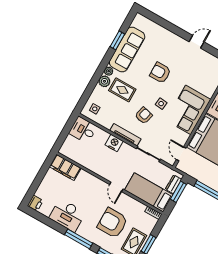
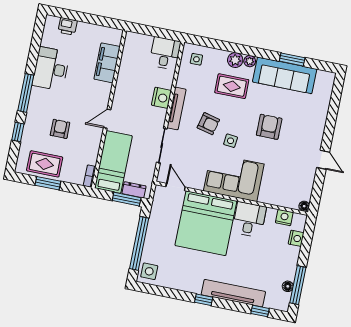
rug: (122, 90) -> (232, 86), turned 90
door: (181, 154) -> (175, 187), hinge flipped
filing cabinet: (65, 167) -> (107, 63), moved
printer: (35, 203) -> (68, 26), moved
armchair: (113, 223) -> (60, 129), width x0.53, depth x0.53

